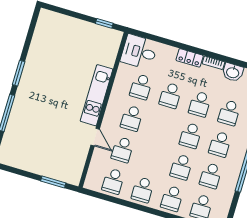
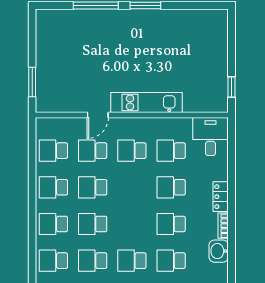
school desk: (191, 136) -> (93, 187), moved

